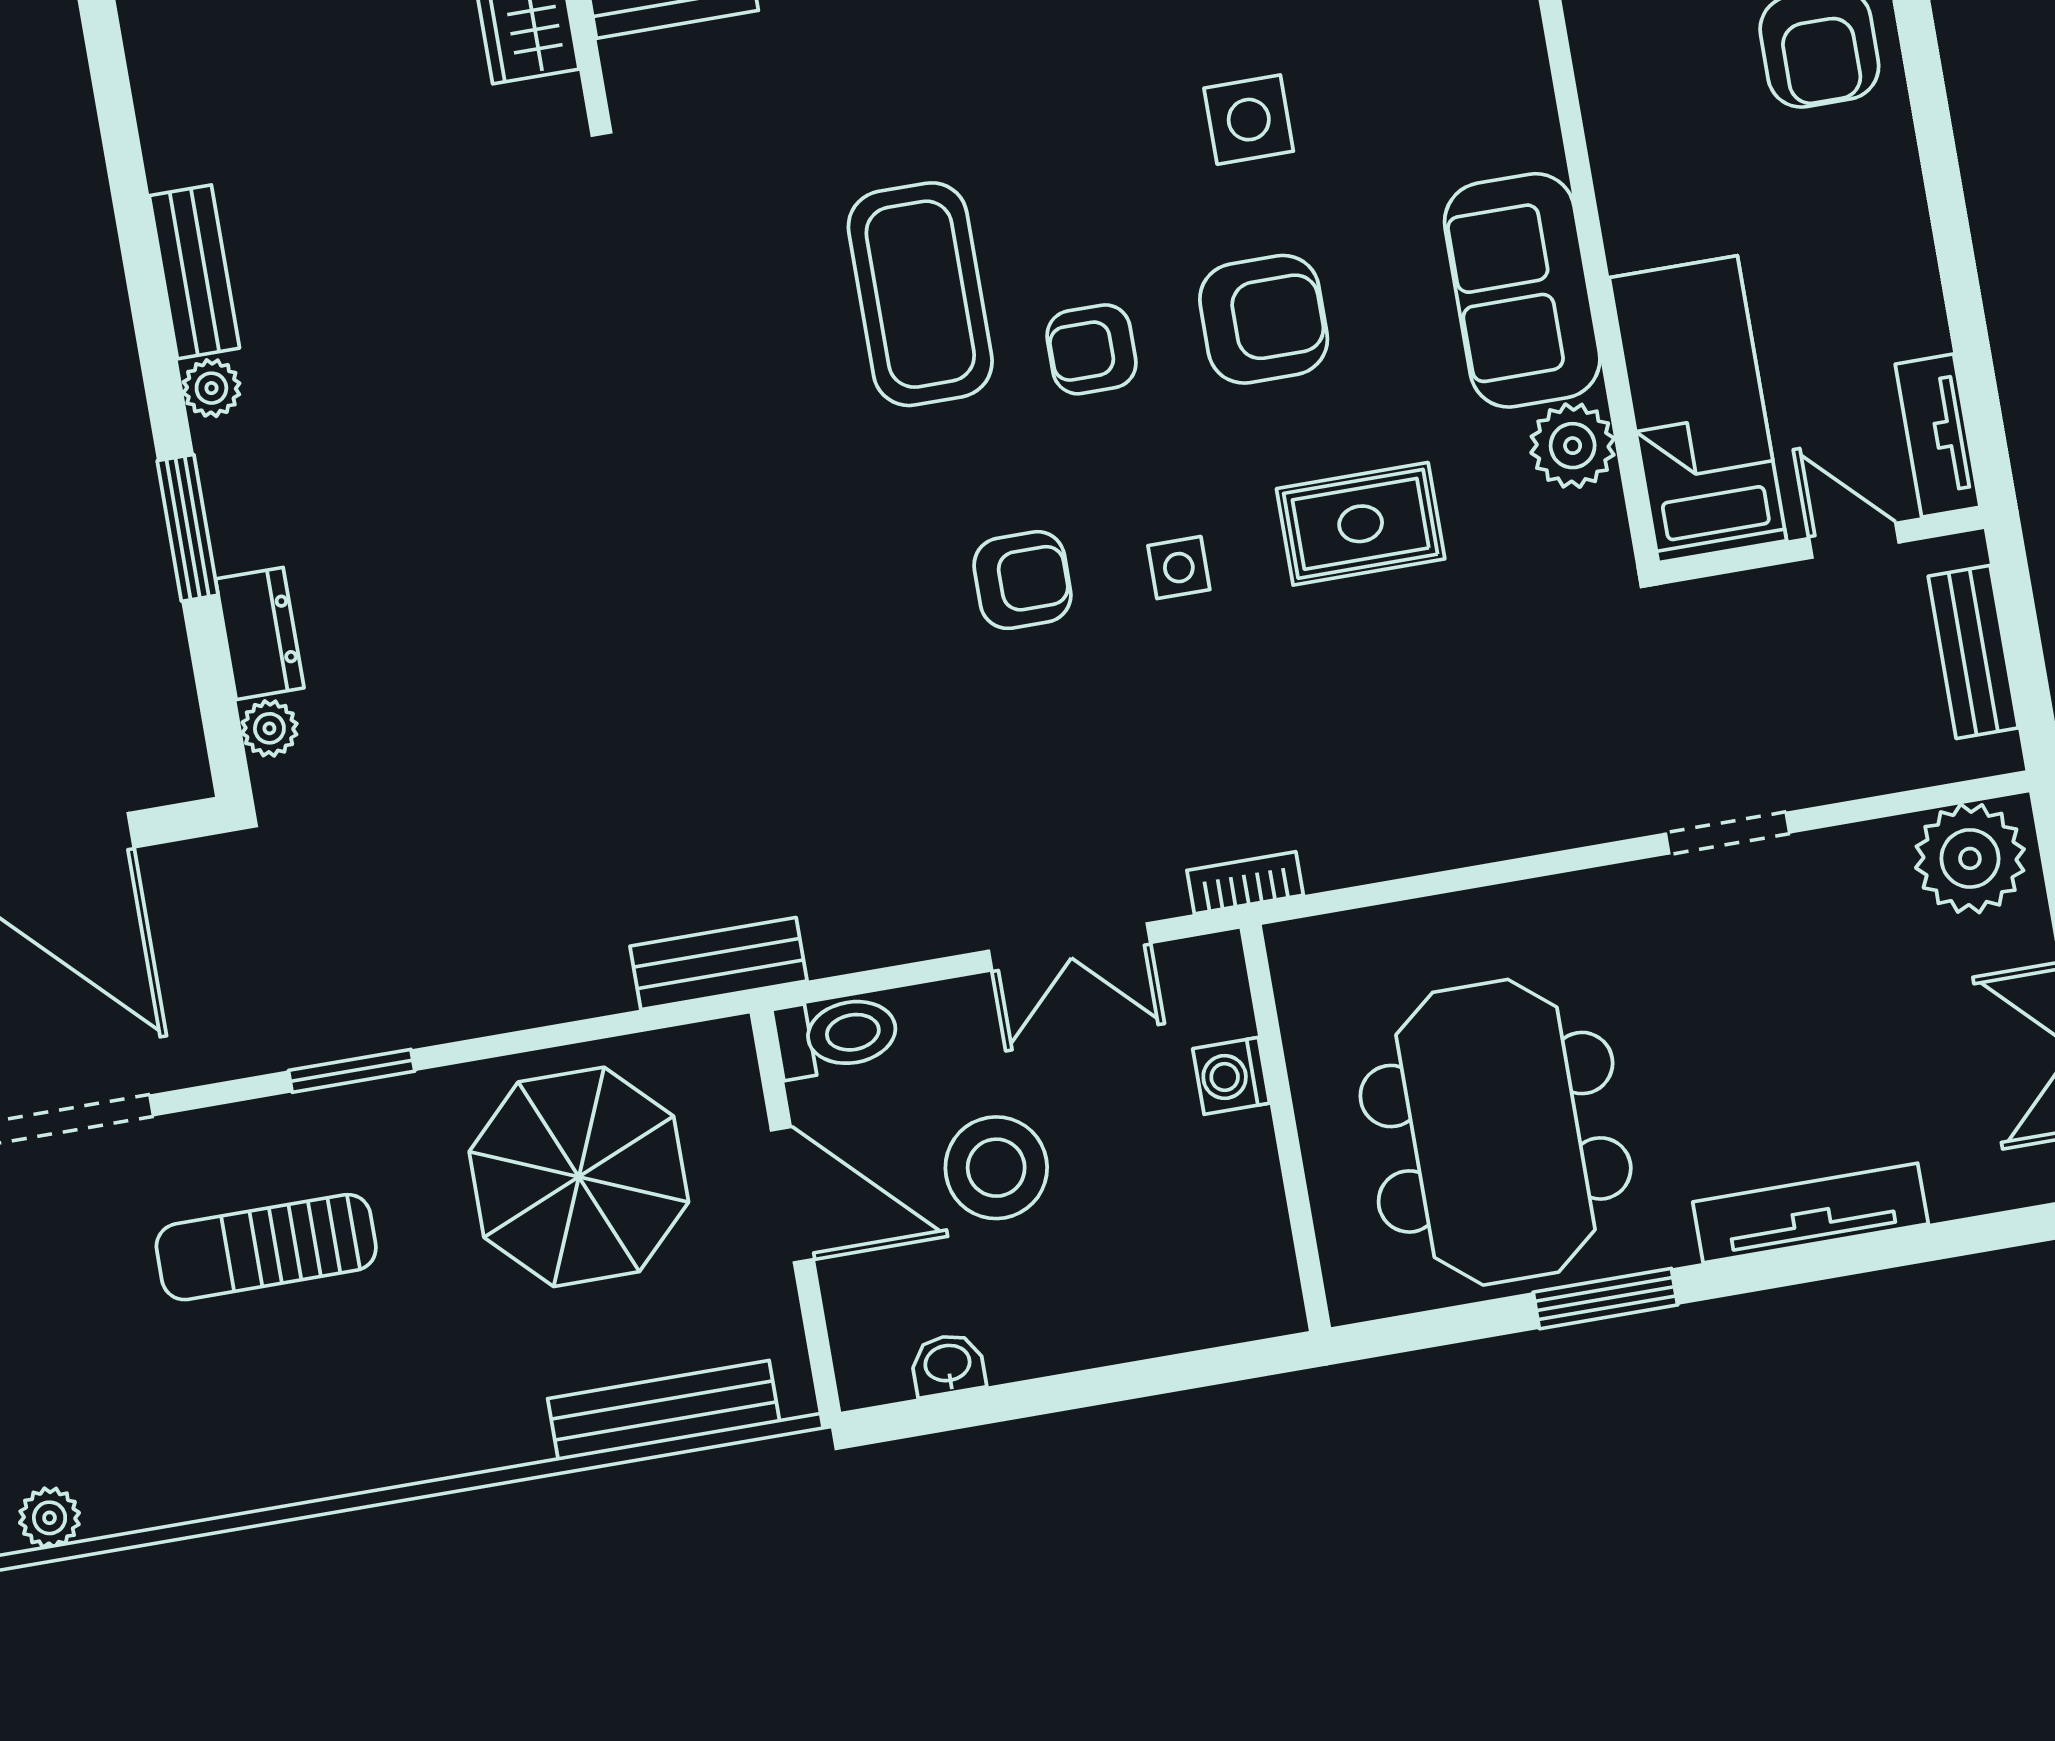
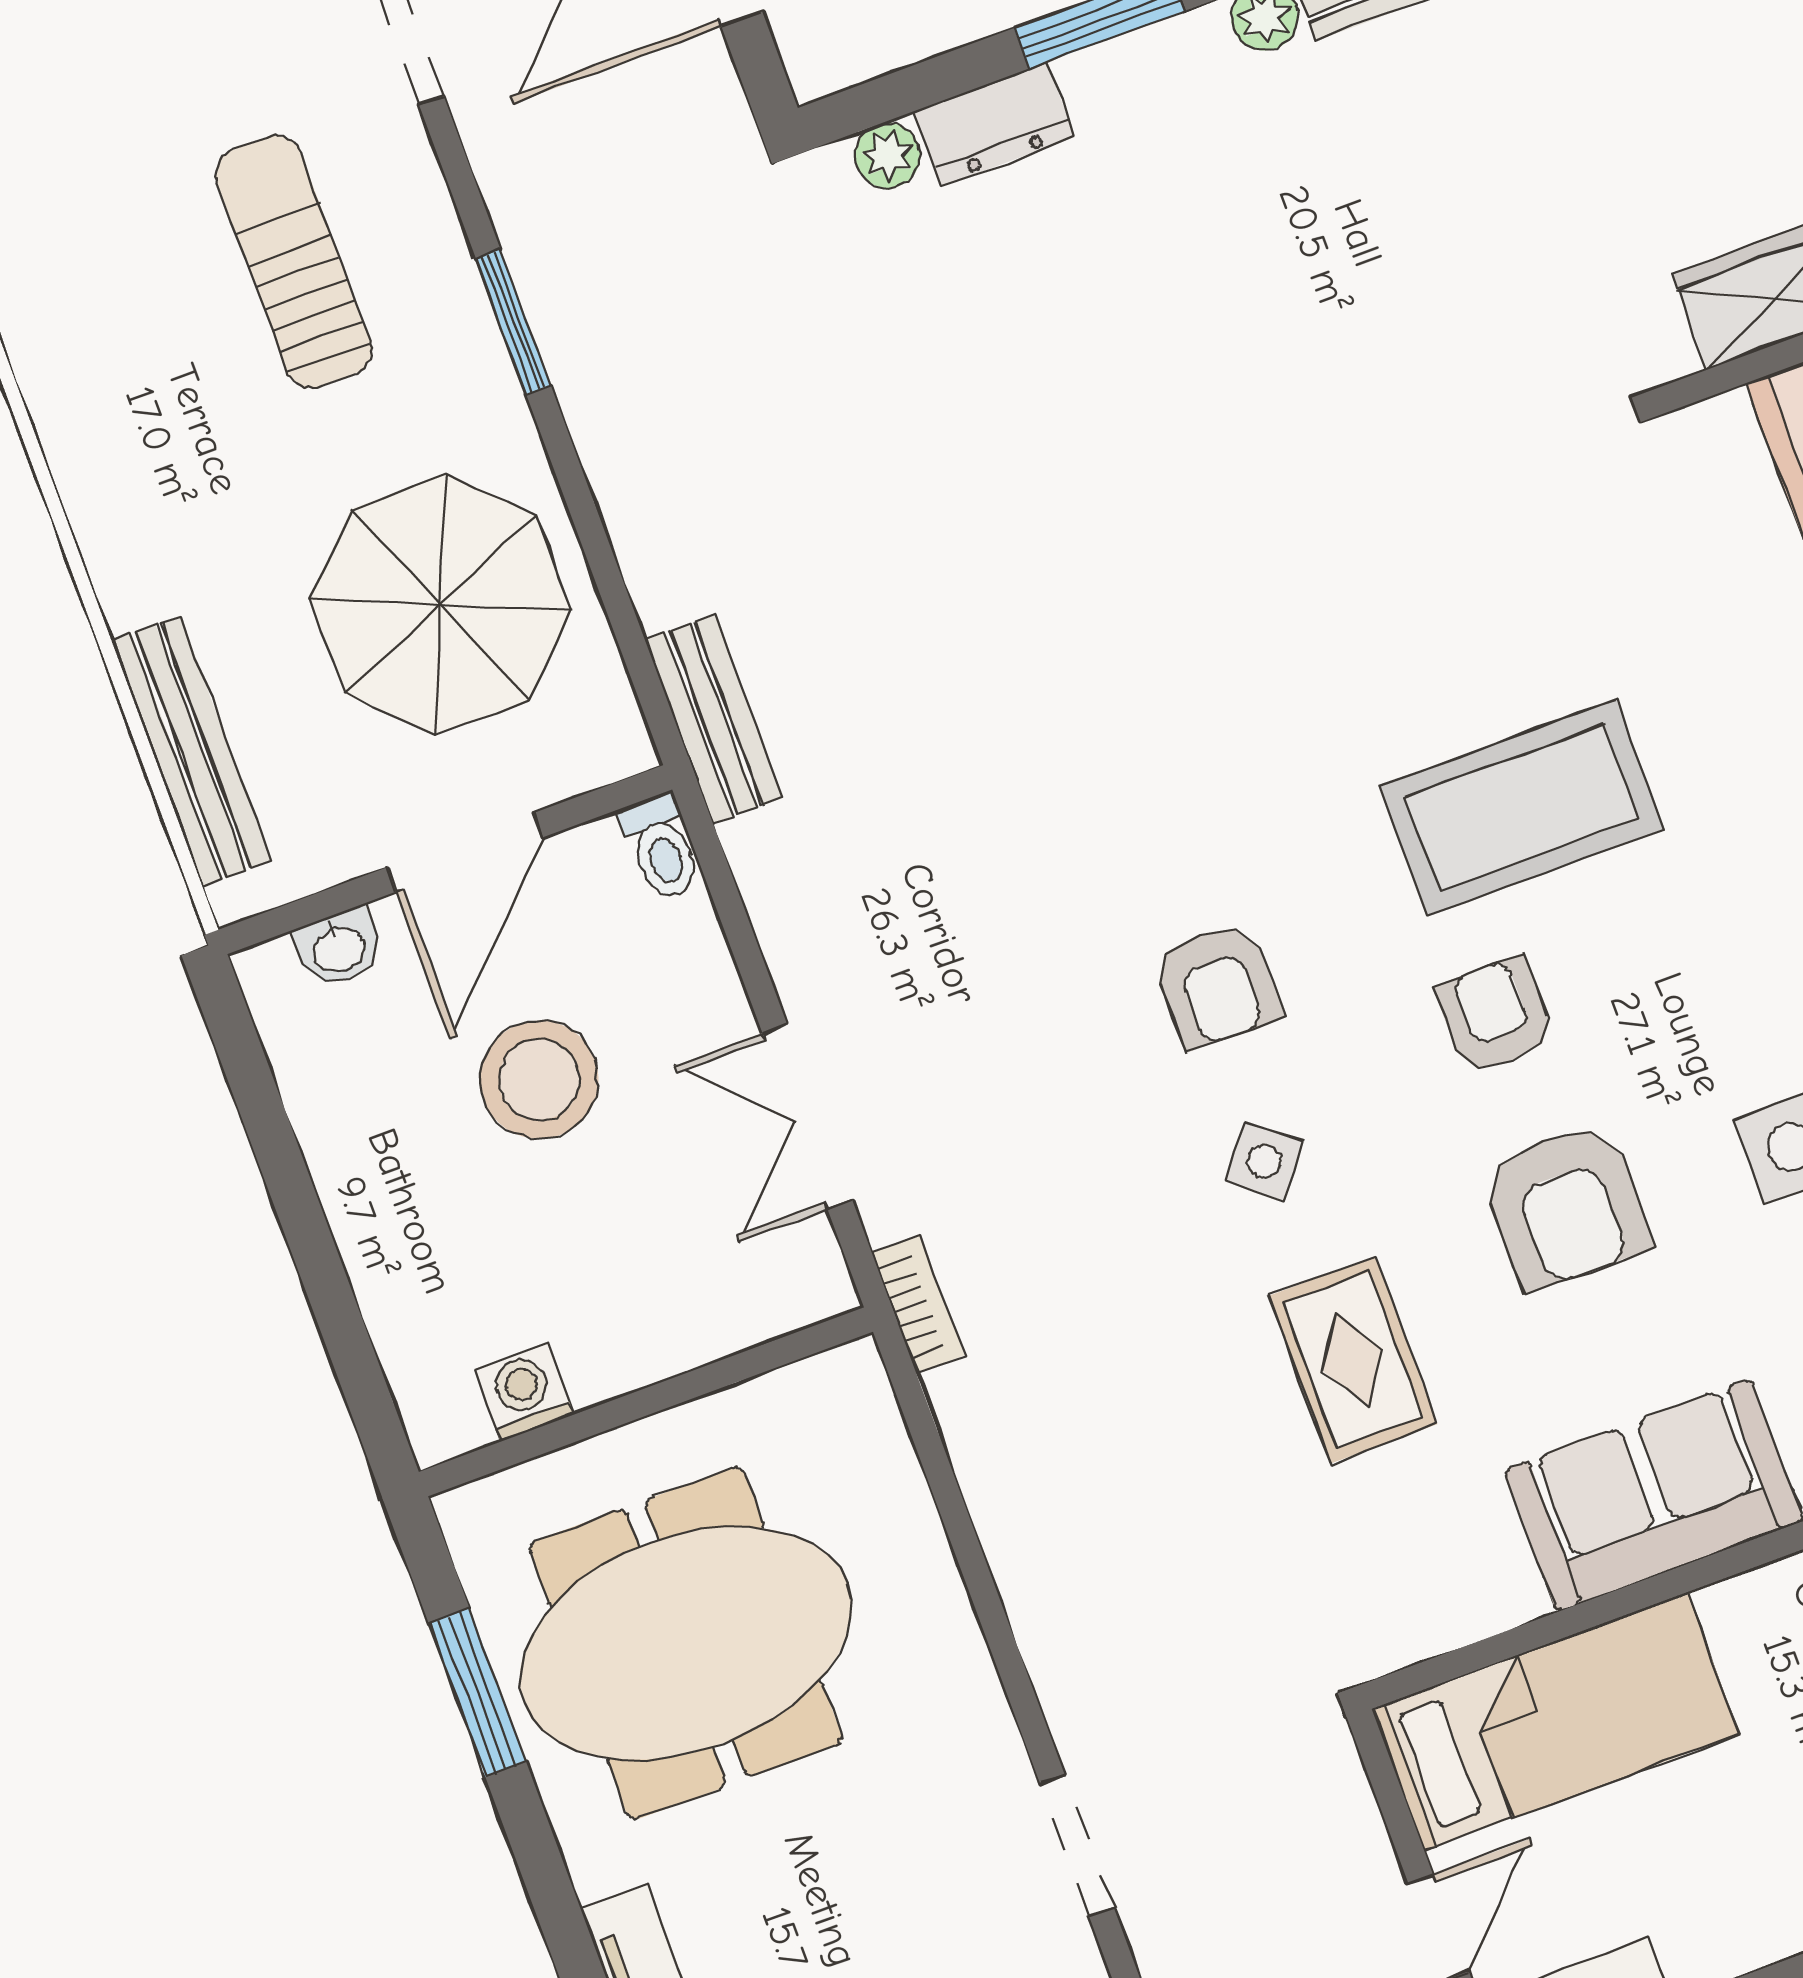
plant: (1573, 446) -> (1487, 1586), removed
side table: (1179, 568) -> (1264, 1161), turned 38
toilet: (836, 1035) -> (661, 847), width x0.73, depth x0.72
washing machine: (1231, 1076) -> (524, 1392), moved
window: (1605, 1299) -> (477, 1693), moved
washbasin: (948, 1365) -> (338, 948), moved, turned 90

